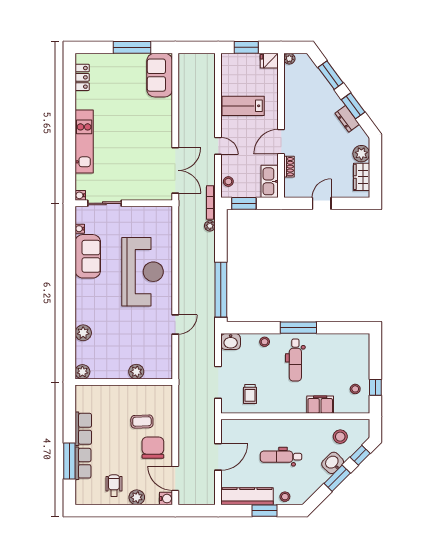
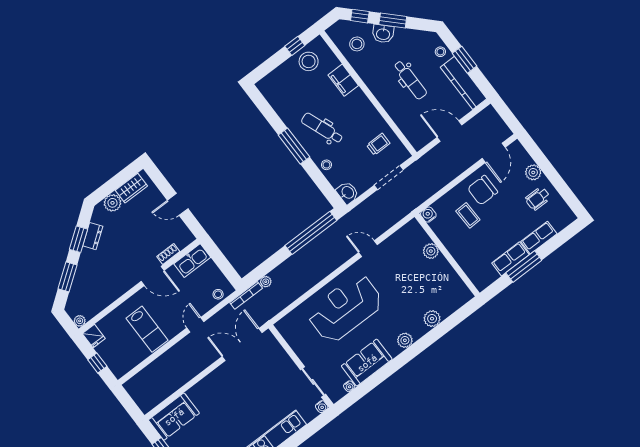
window: (246, 47) -> (97, 363), width x0.67
window: (244, 203) -> (226, 268), removed
dental chair: (295, 360) -> (322, 128), turned -111
plant: (82, 372) -> (405, 340), moved
stool: (355, 389) -> (309, 61), width x1.89, depth x1.89
window: (69, 461) -> (524, 267), moved
water cooler: (166, 499) -> (428, 215), moved

